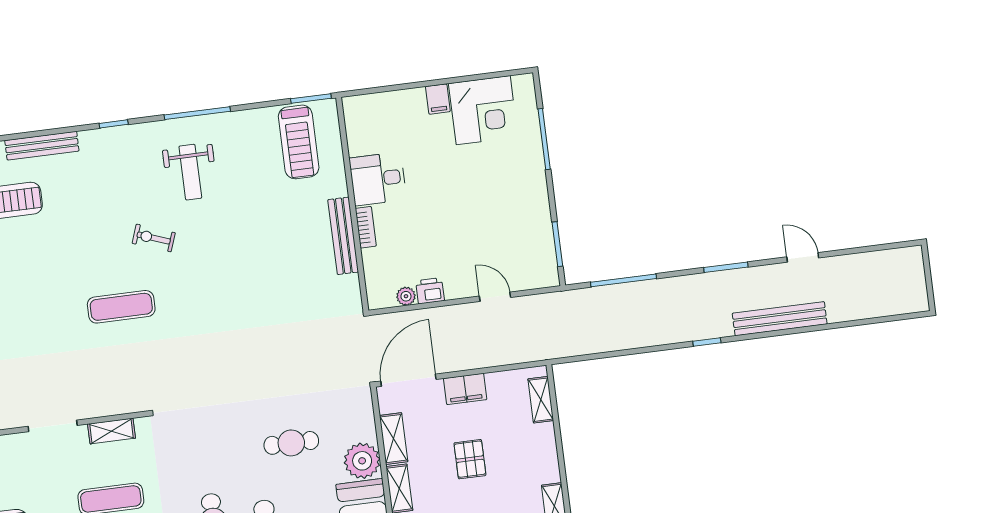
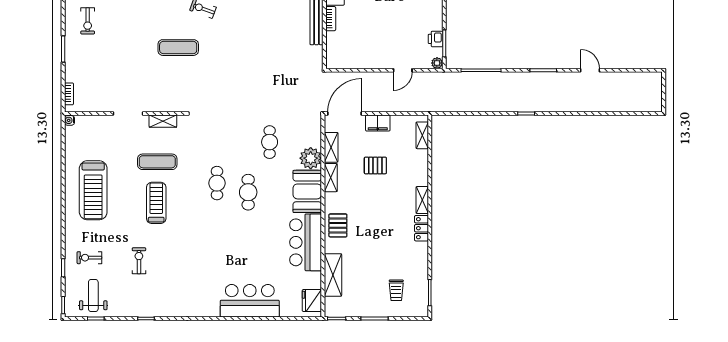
printer: (430, 291) -> (436, 39), moved, turned -90
plant: (406, 296) -> (437, 63), moved
door: (495, 297) -> (403, 70), swing flipped
bench: (780, 319) -> (572, 105), removed
cafe table: (291, 443) -> (270, 142), turned 90
pallet: (470, 459) -> (375, 165), turned 90

